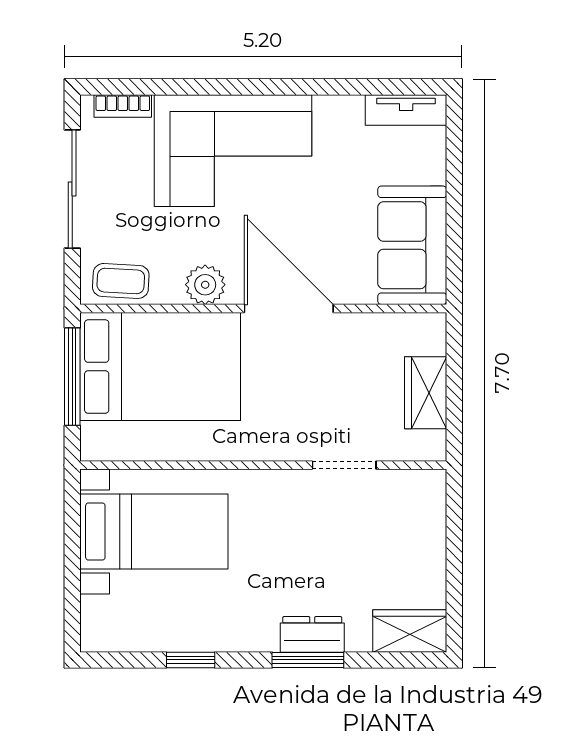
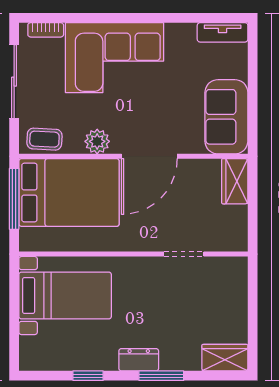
door: (289, 308) -> (149, 156), swing flipped
wardrobe: (426, 393) -> (235, 181), moved
dresser: (312, 634) -> (139, 360), moved

